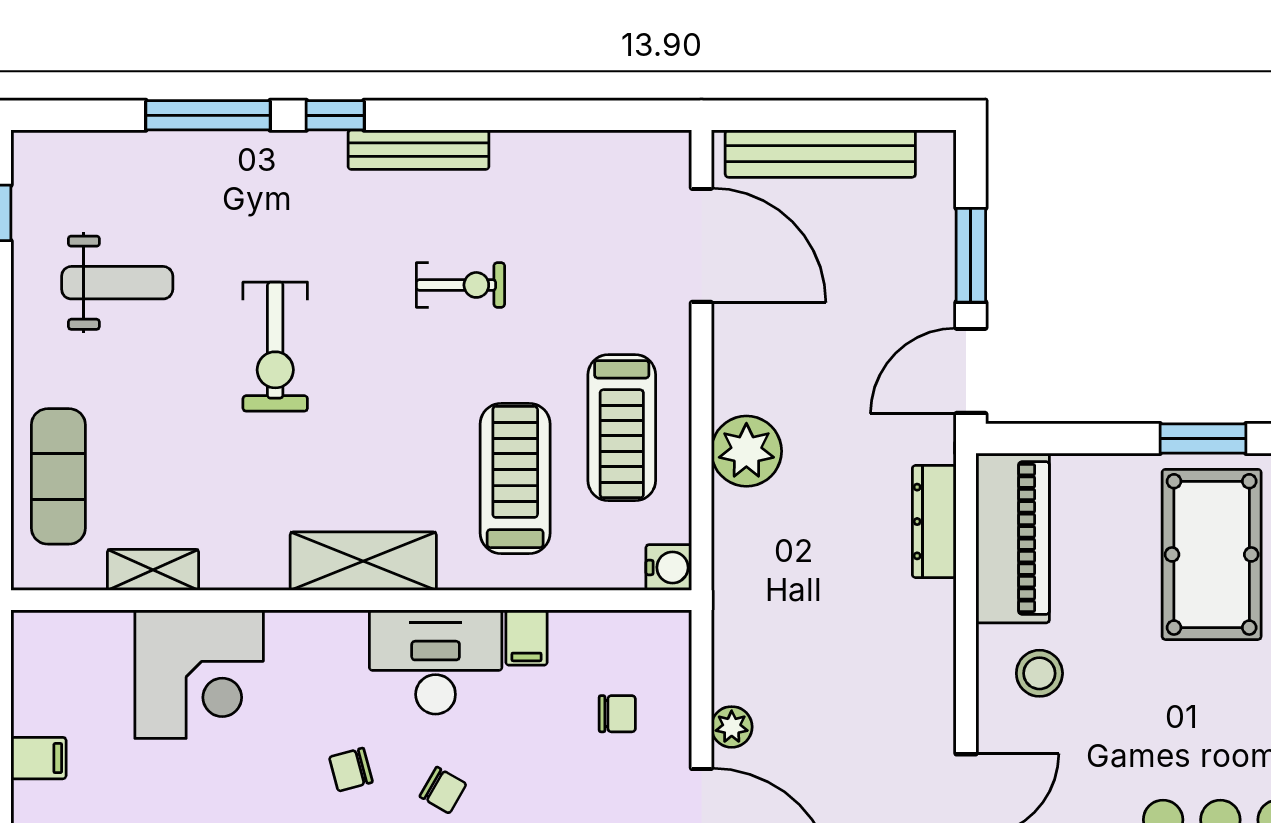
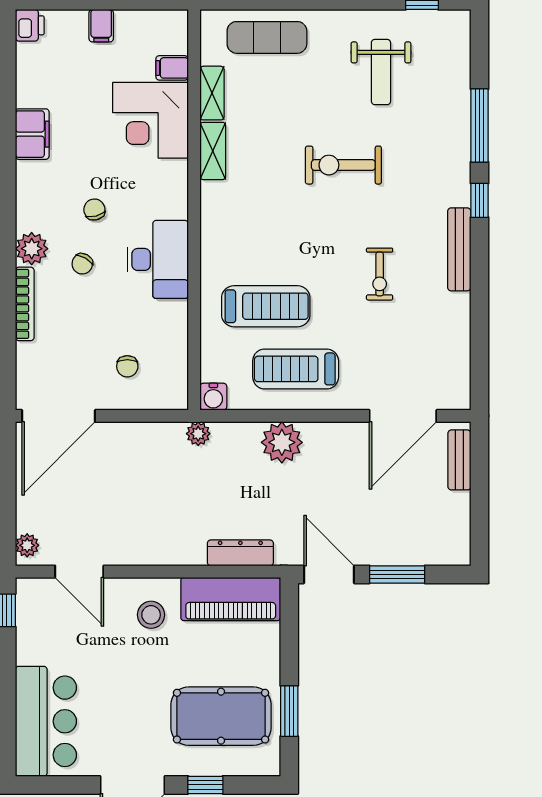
bench: (820, 154) -> (459, 460), width x0.54, depth x0.82
shelving: (363, 561) -> (213, 151), moved, width x0.67, depth x0.75
filing cabinet: (527, 638) -> (172, 68), moved
plant: (732, 727) -> (198, 434), moved

